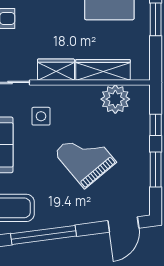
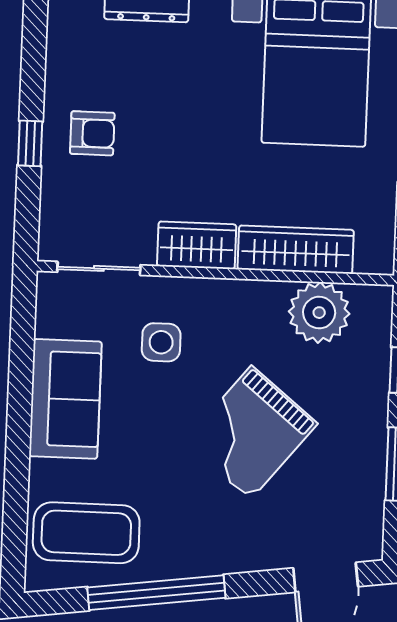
grand piano: (85, 157) -> (251, 433), turned -101

